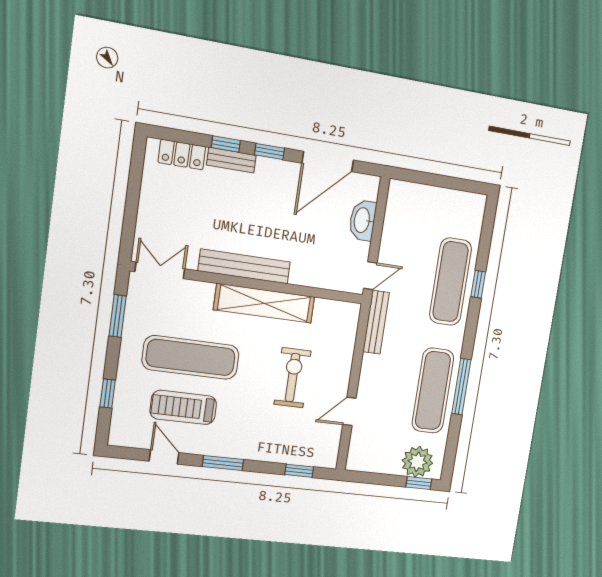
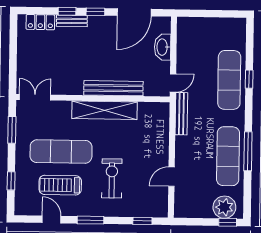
bench: (244, 266) -> (113, 88), moved
exercise bike: (293, 378) -> (112, 178), moved

